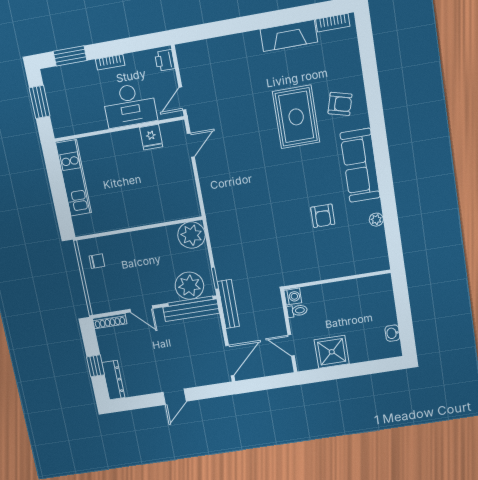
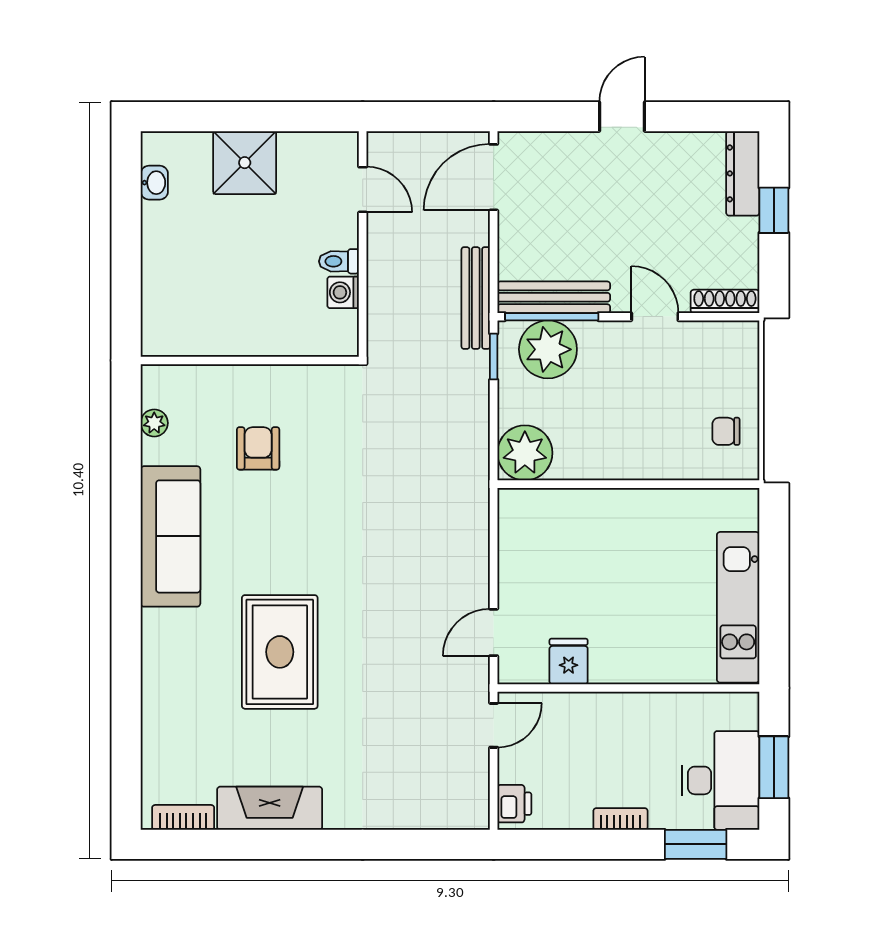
armchair: (340, 104) -> (192, 662), removed
desk: (130, 105) -> (720, 780), moved, turned 90
wall: (337, 280) -> (250, 360), moved
shower: (332, 352) -> (245, 163), moved

